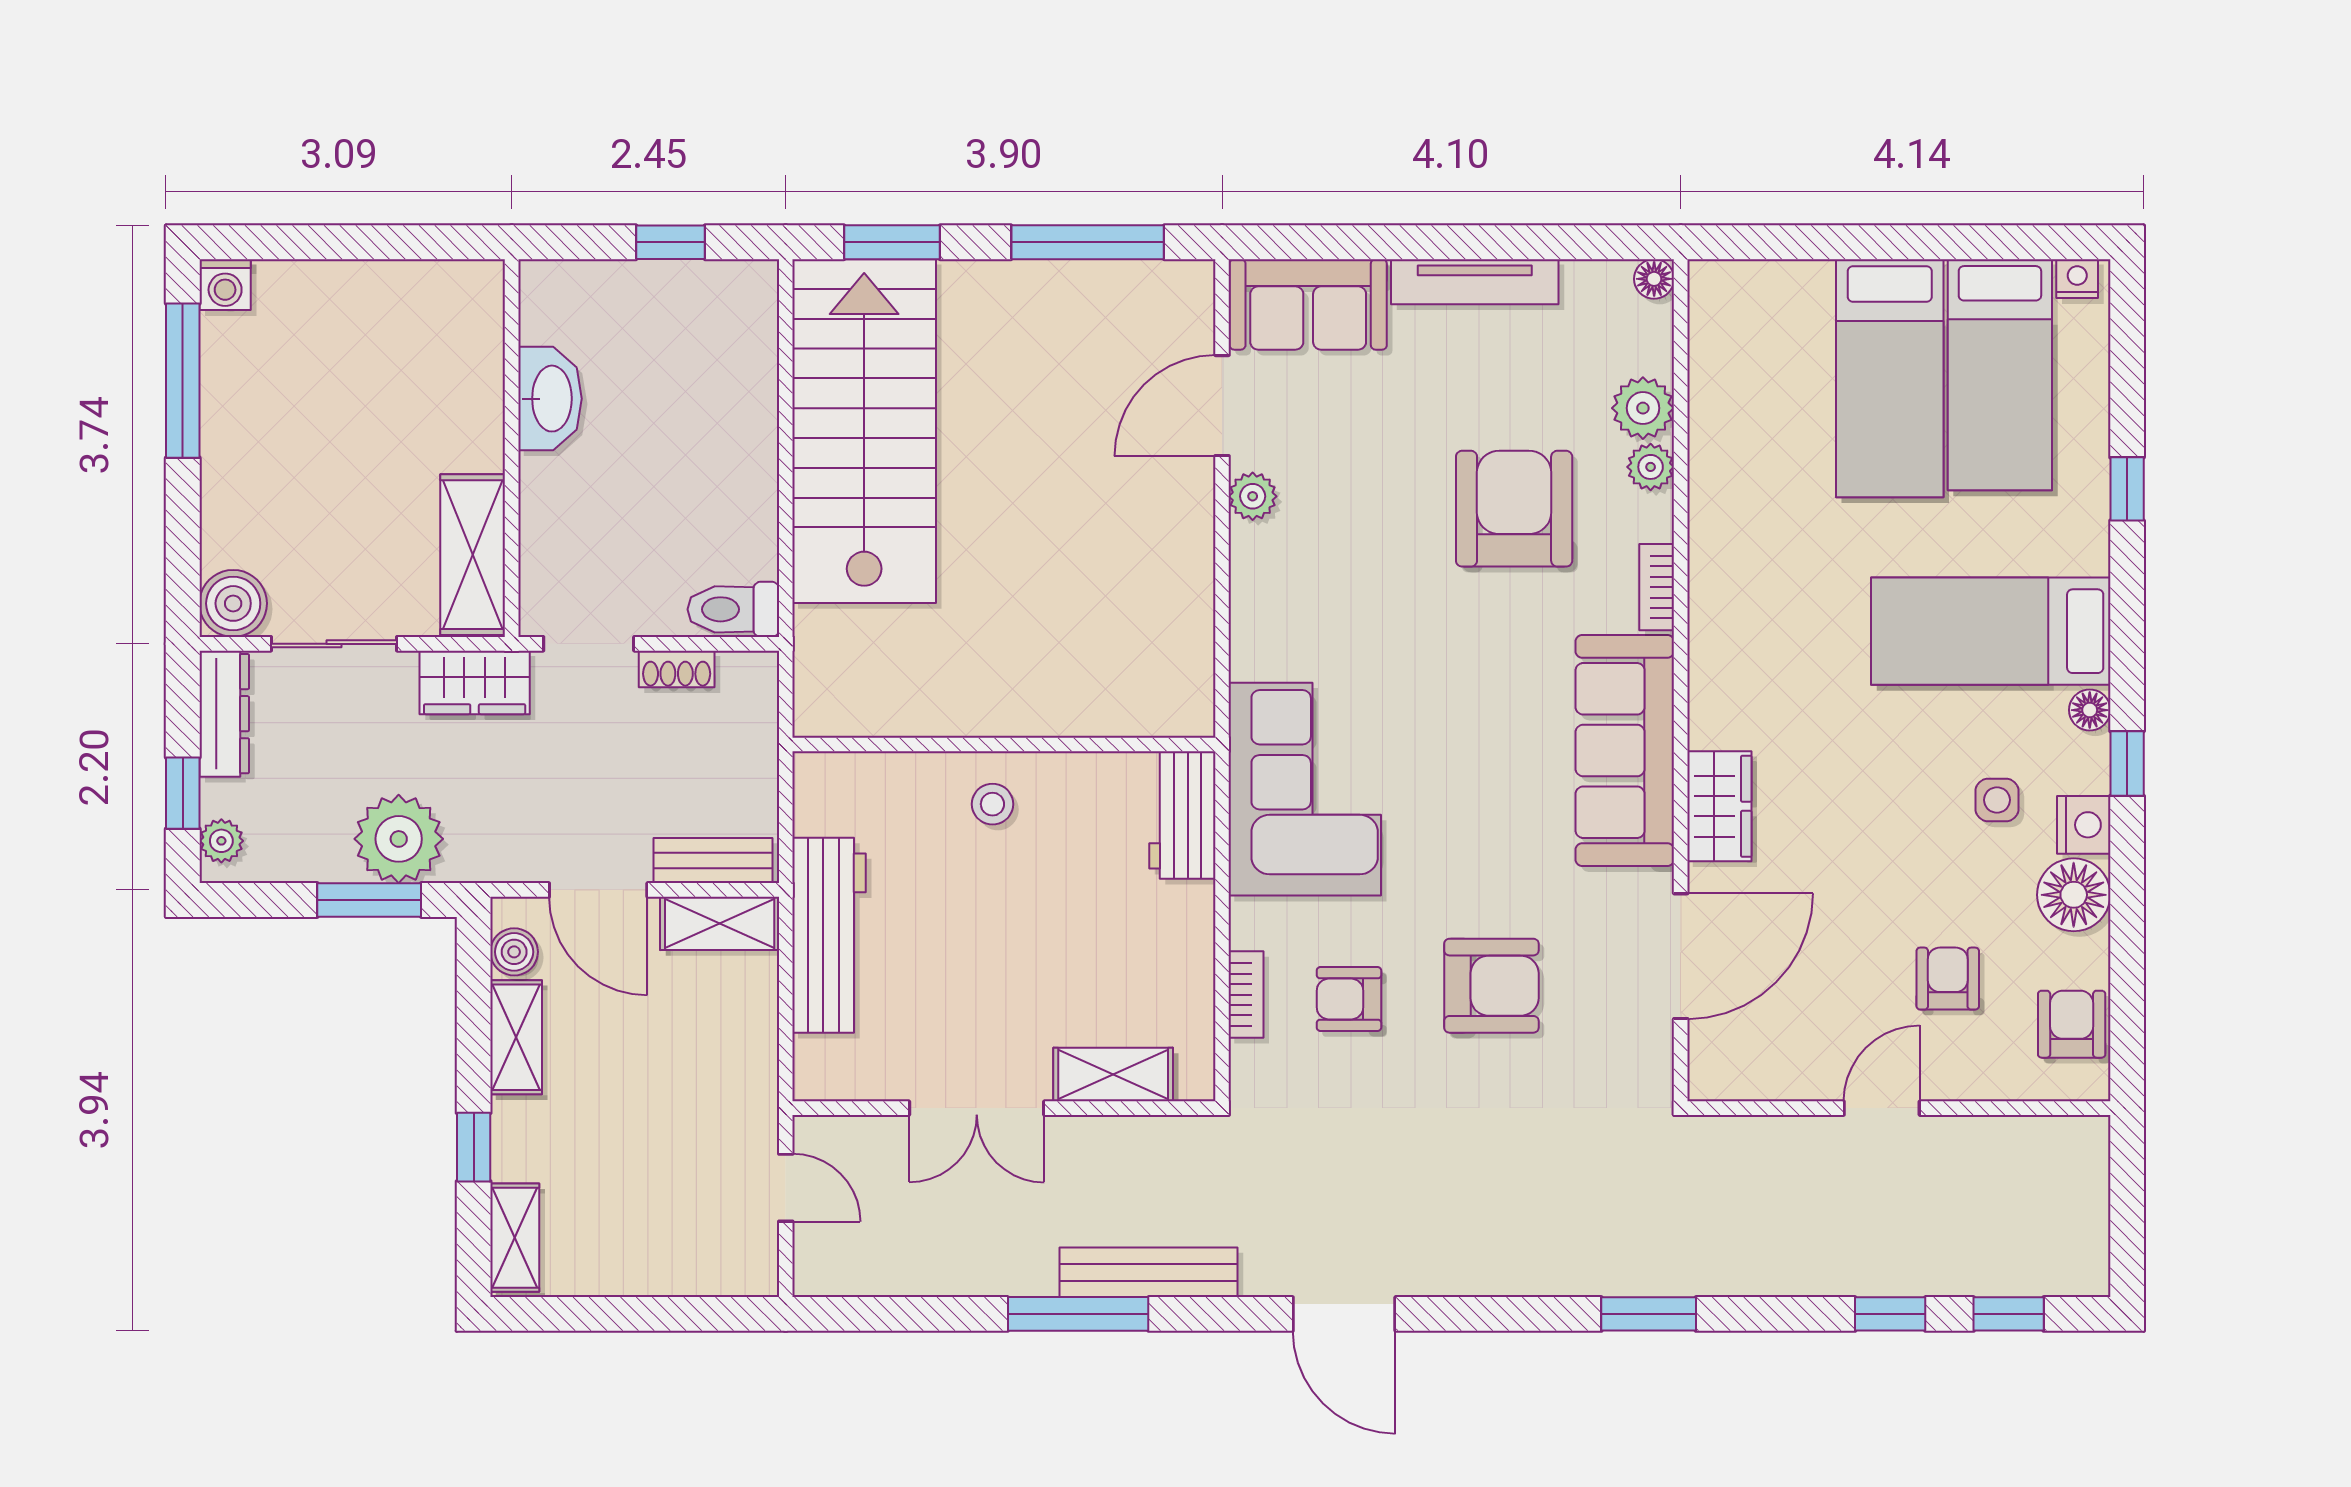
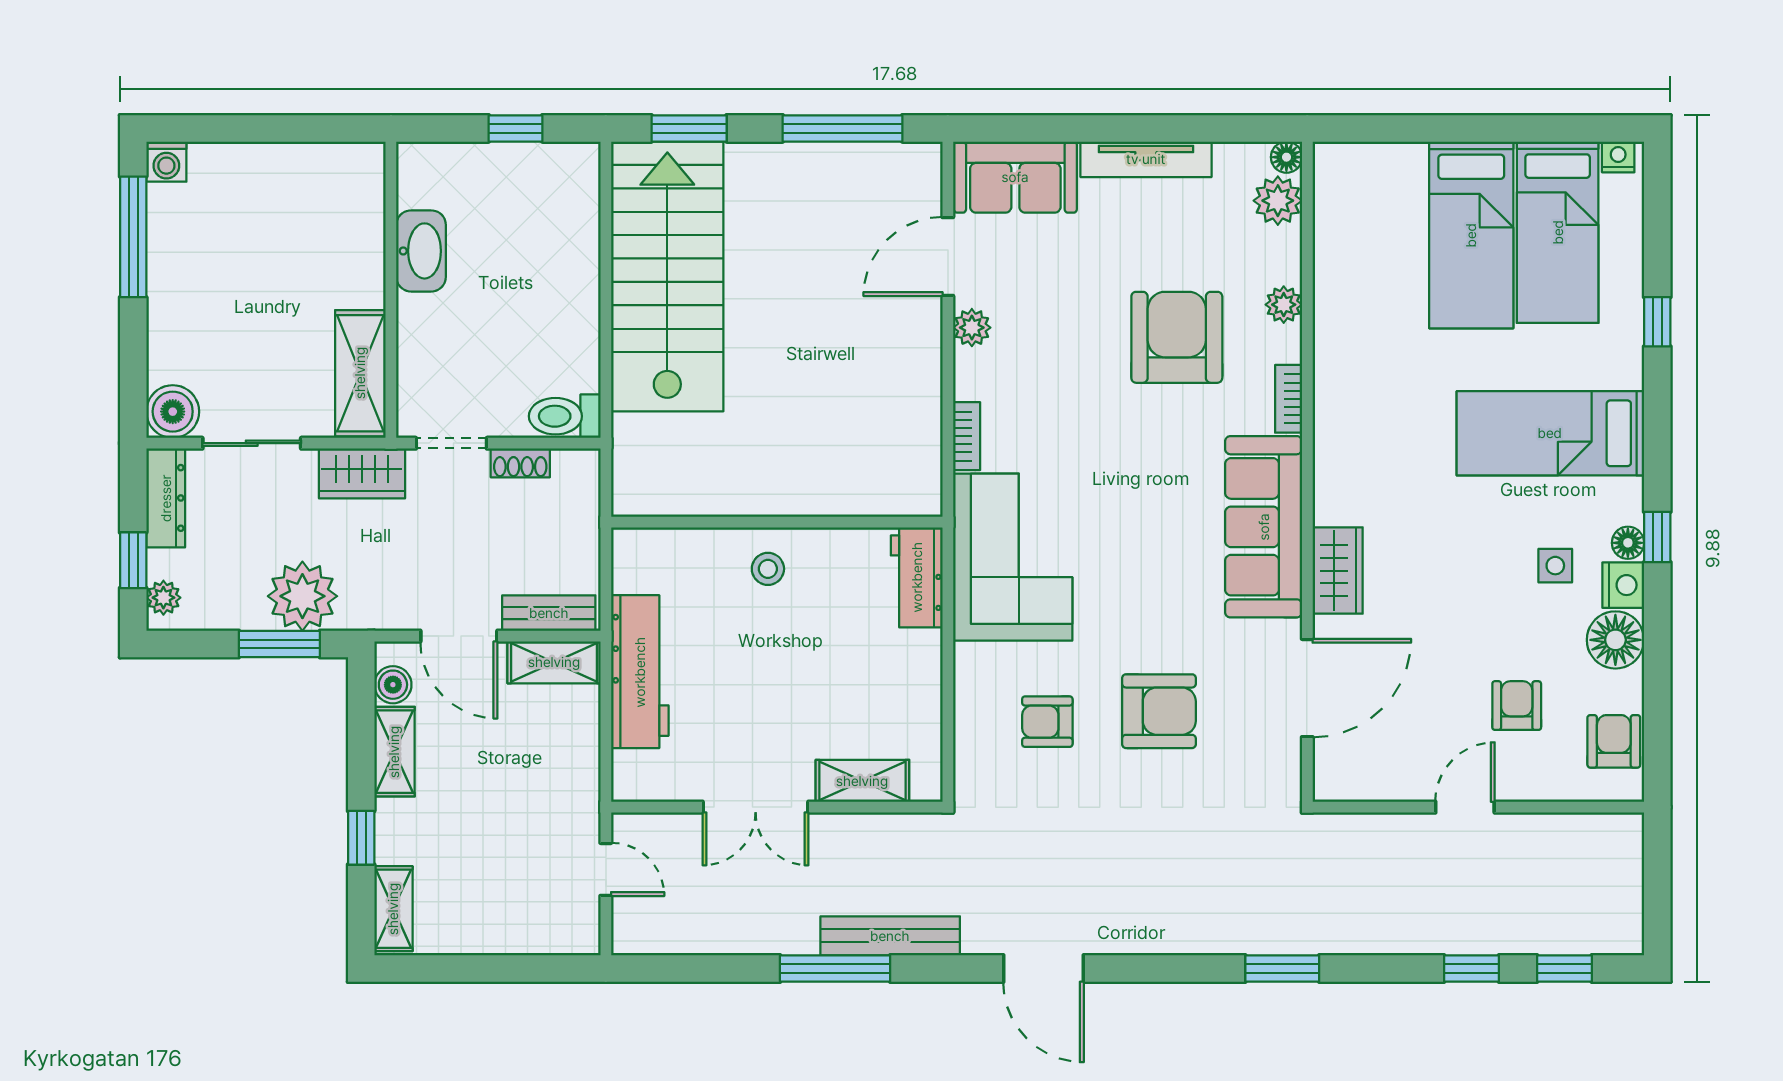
plant: (1643, 408) -> (1278, 201), moved
floor lamp: (2090, 710) -> (1628, 543), moved
bookcase: (1246, 995) -> (967, 436), moved

